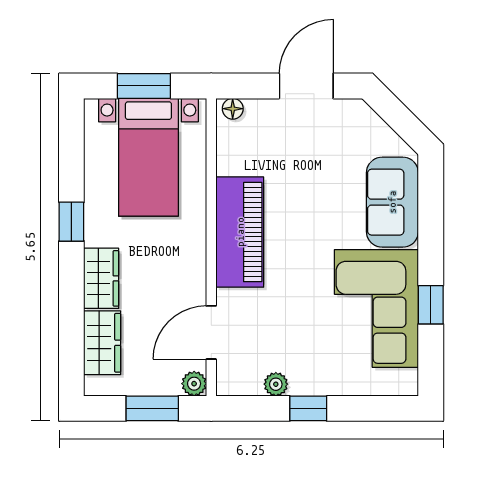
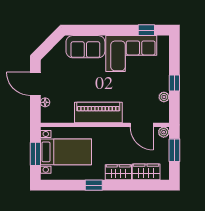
floor lamp: (233, 109) -> (45, 102), moved
window: (431, 305) -> (146, 30), moved

